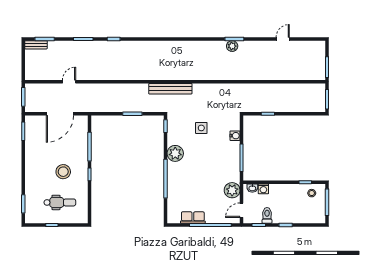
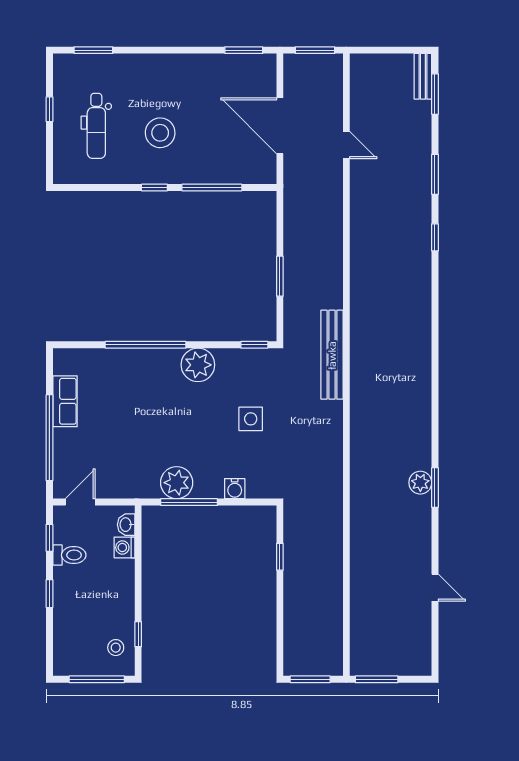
plant: (232, 190) -> (177, 483), moved
door: (241, 210) -> (80, 502), hinge flipped

